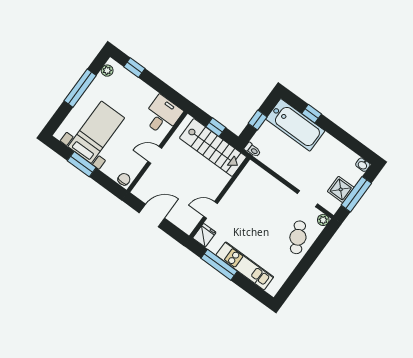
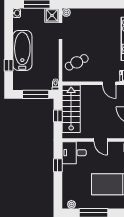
window: (134, 68) -> (58, 165), moved
window: (258, 120) -> (36, 94), width x2.17
bathtub: (295, 125) -> (22, 50), moved
shower: (341, 189) -> (52, 15), moved
cafe table: (298, 237) -> (77, 62), moved

